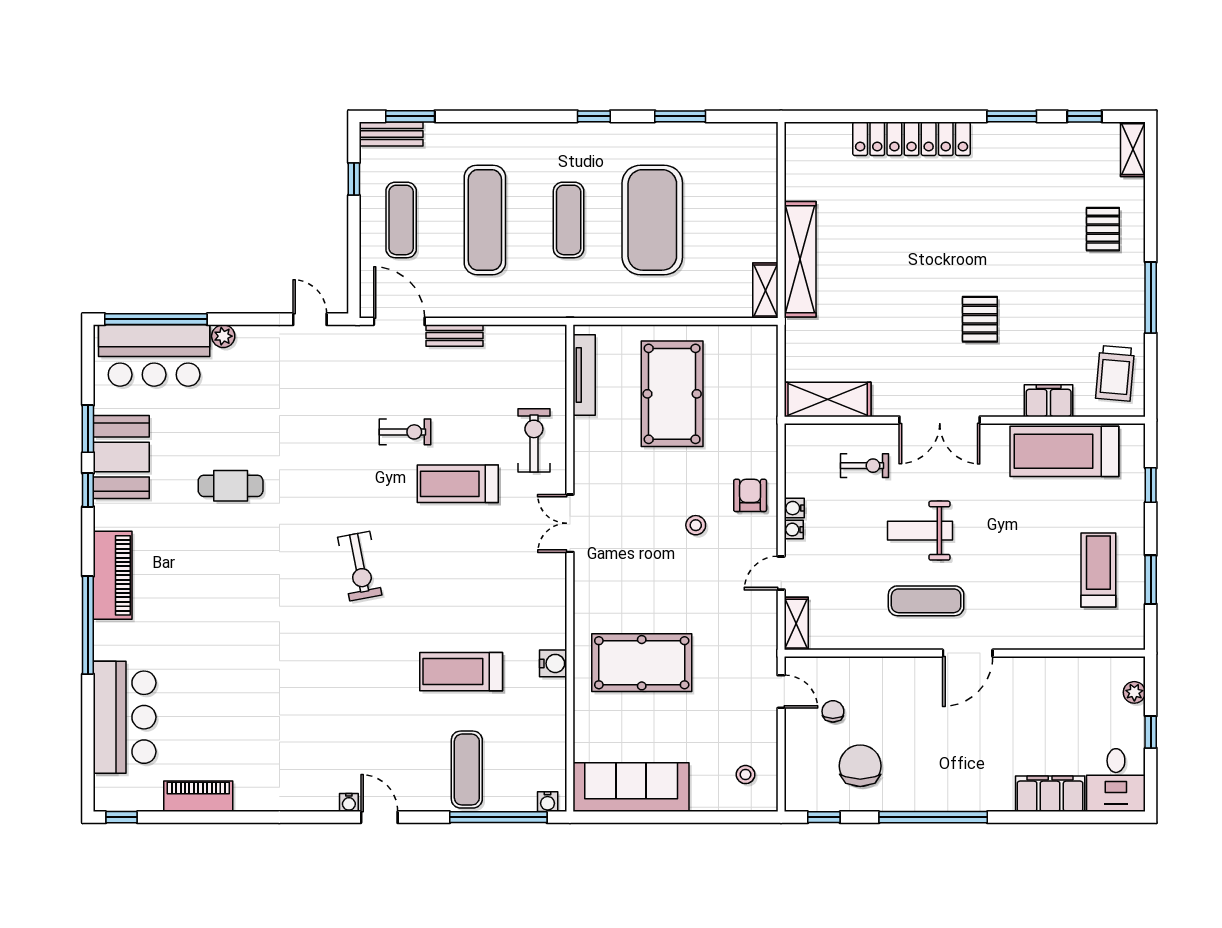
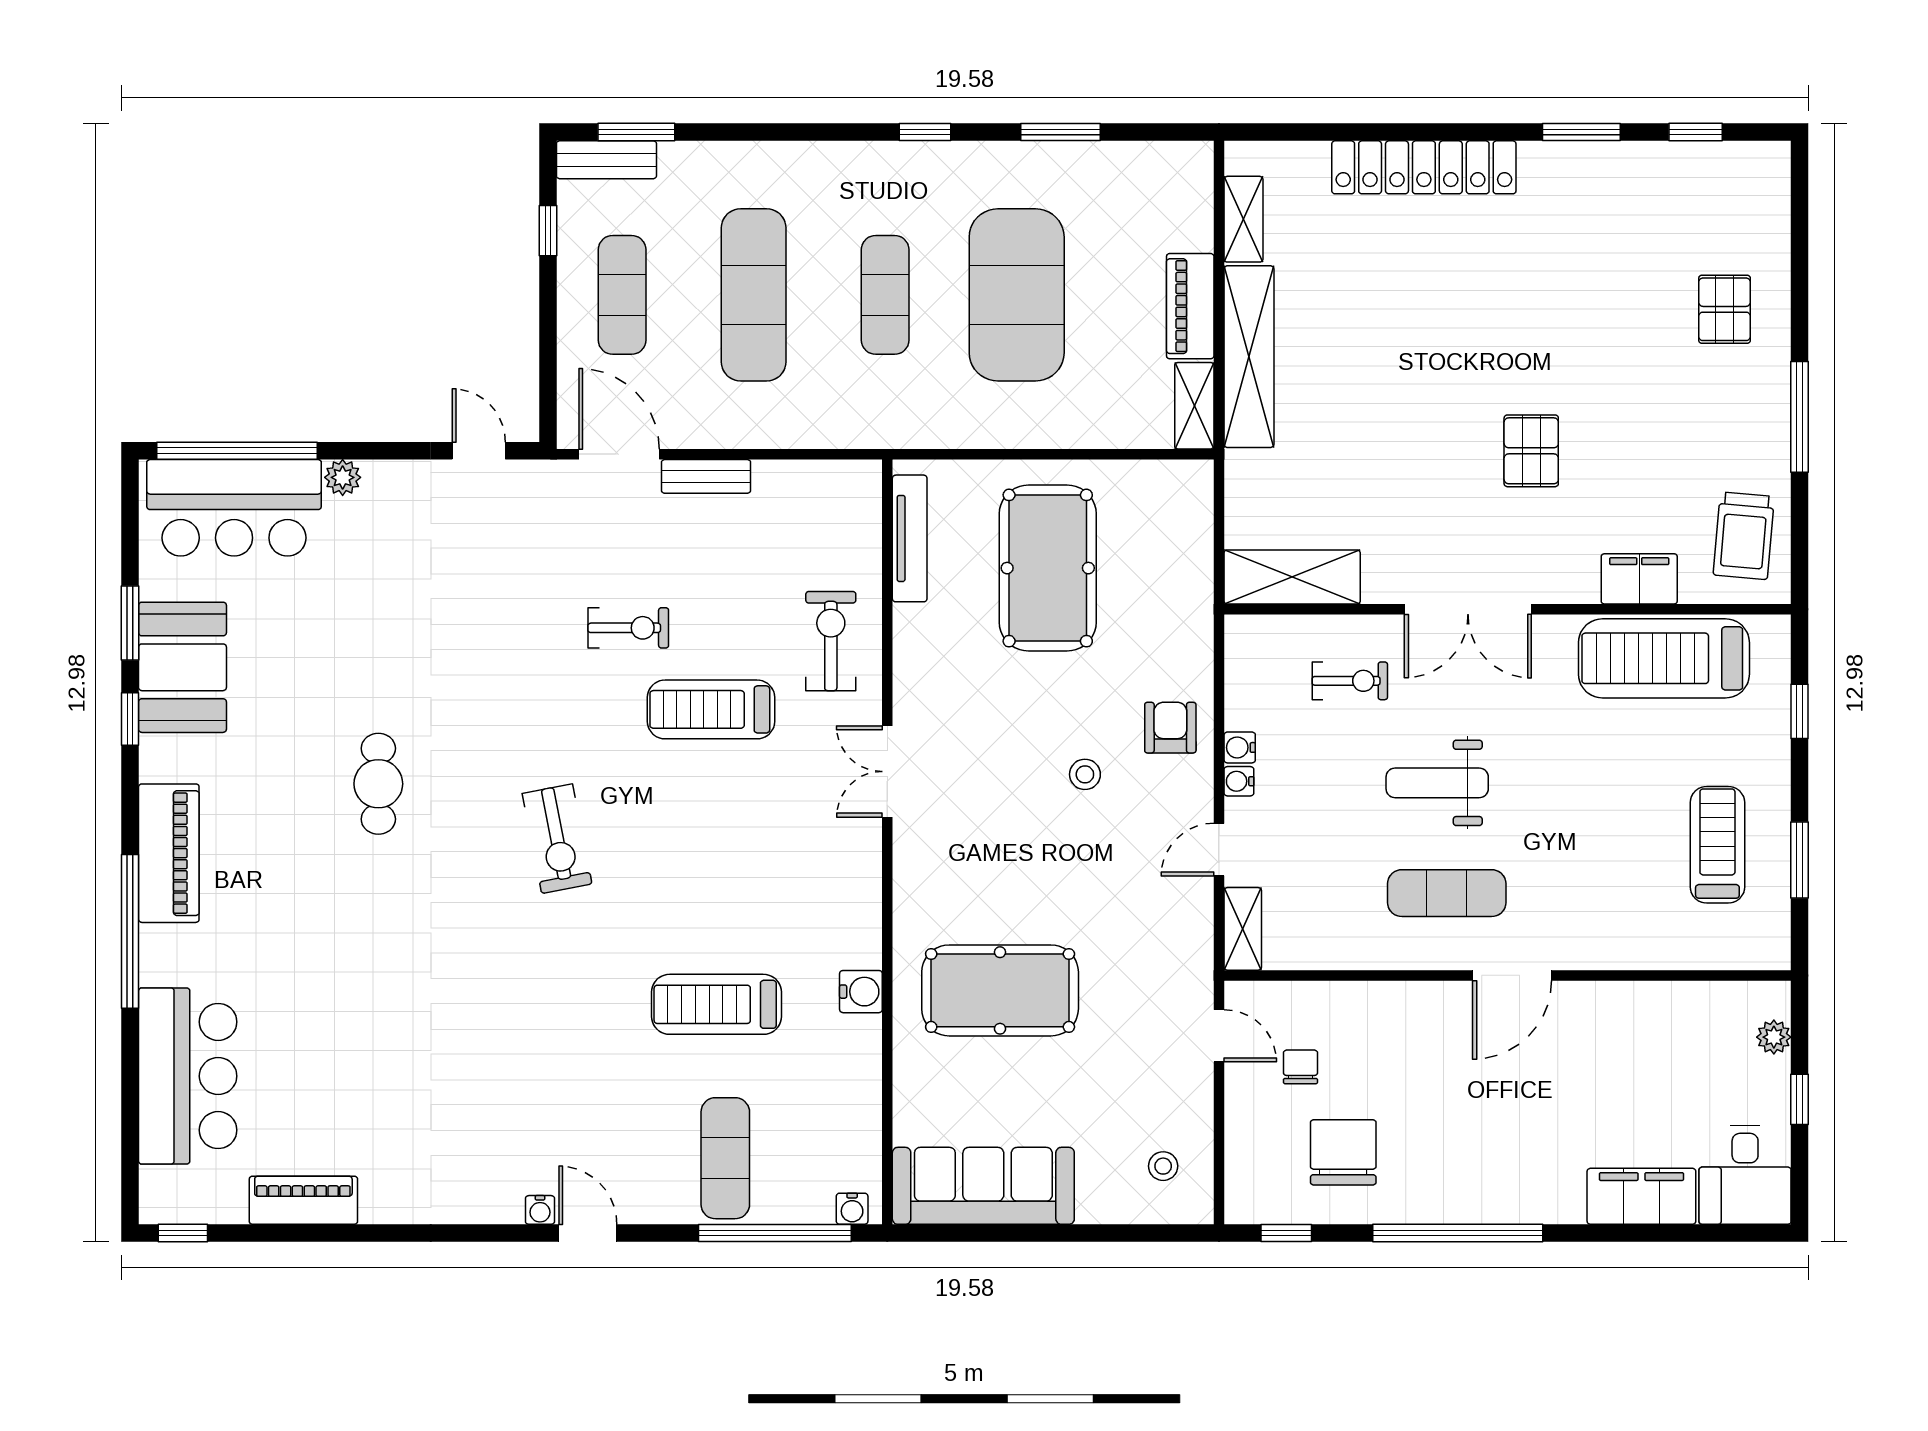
shelving: (1133, 149) -> (1243, 219), moved
piano: (763, 227) -> (1190, 306), added
cafe table: (231, 486) -> (378, 784), moved, turned 90

